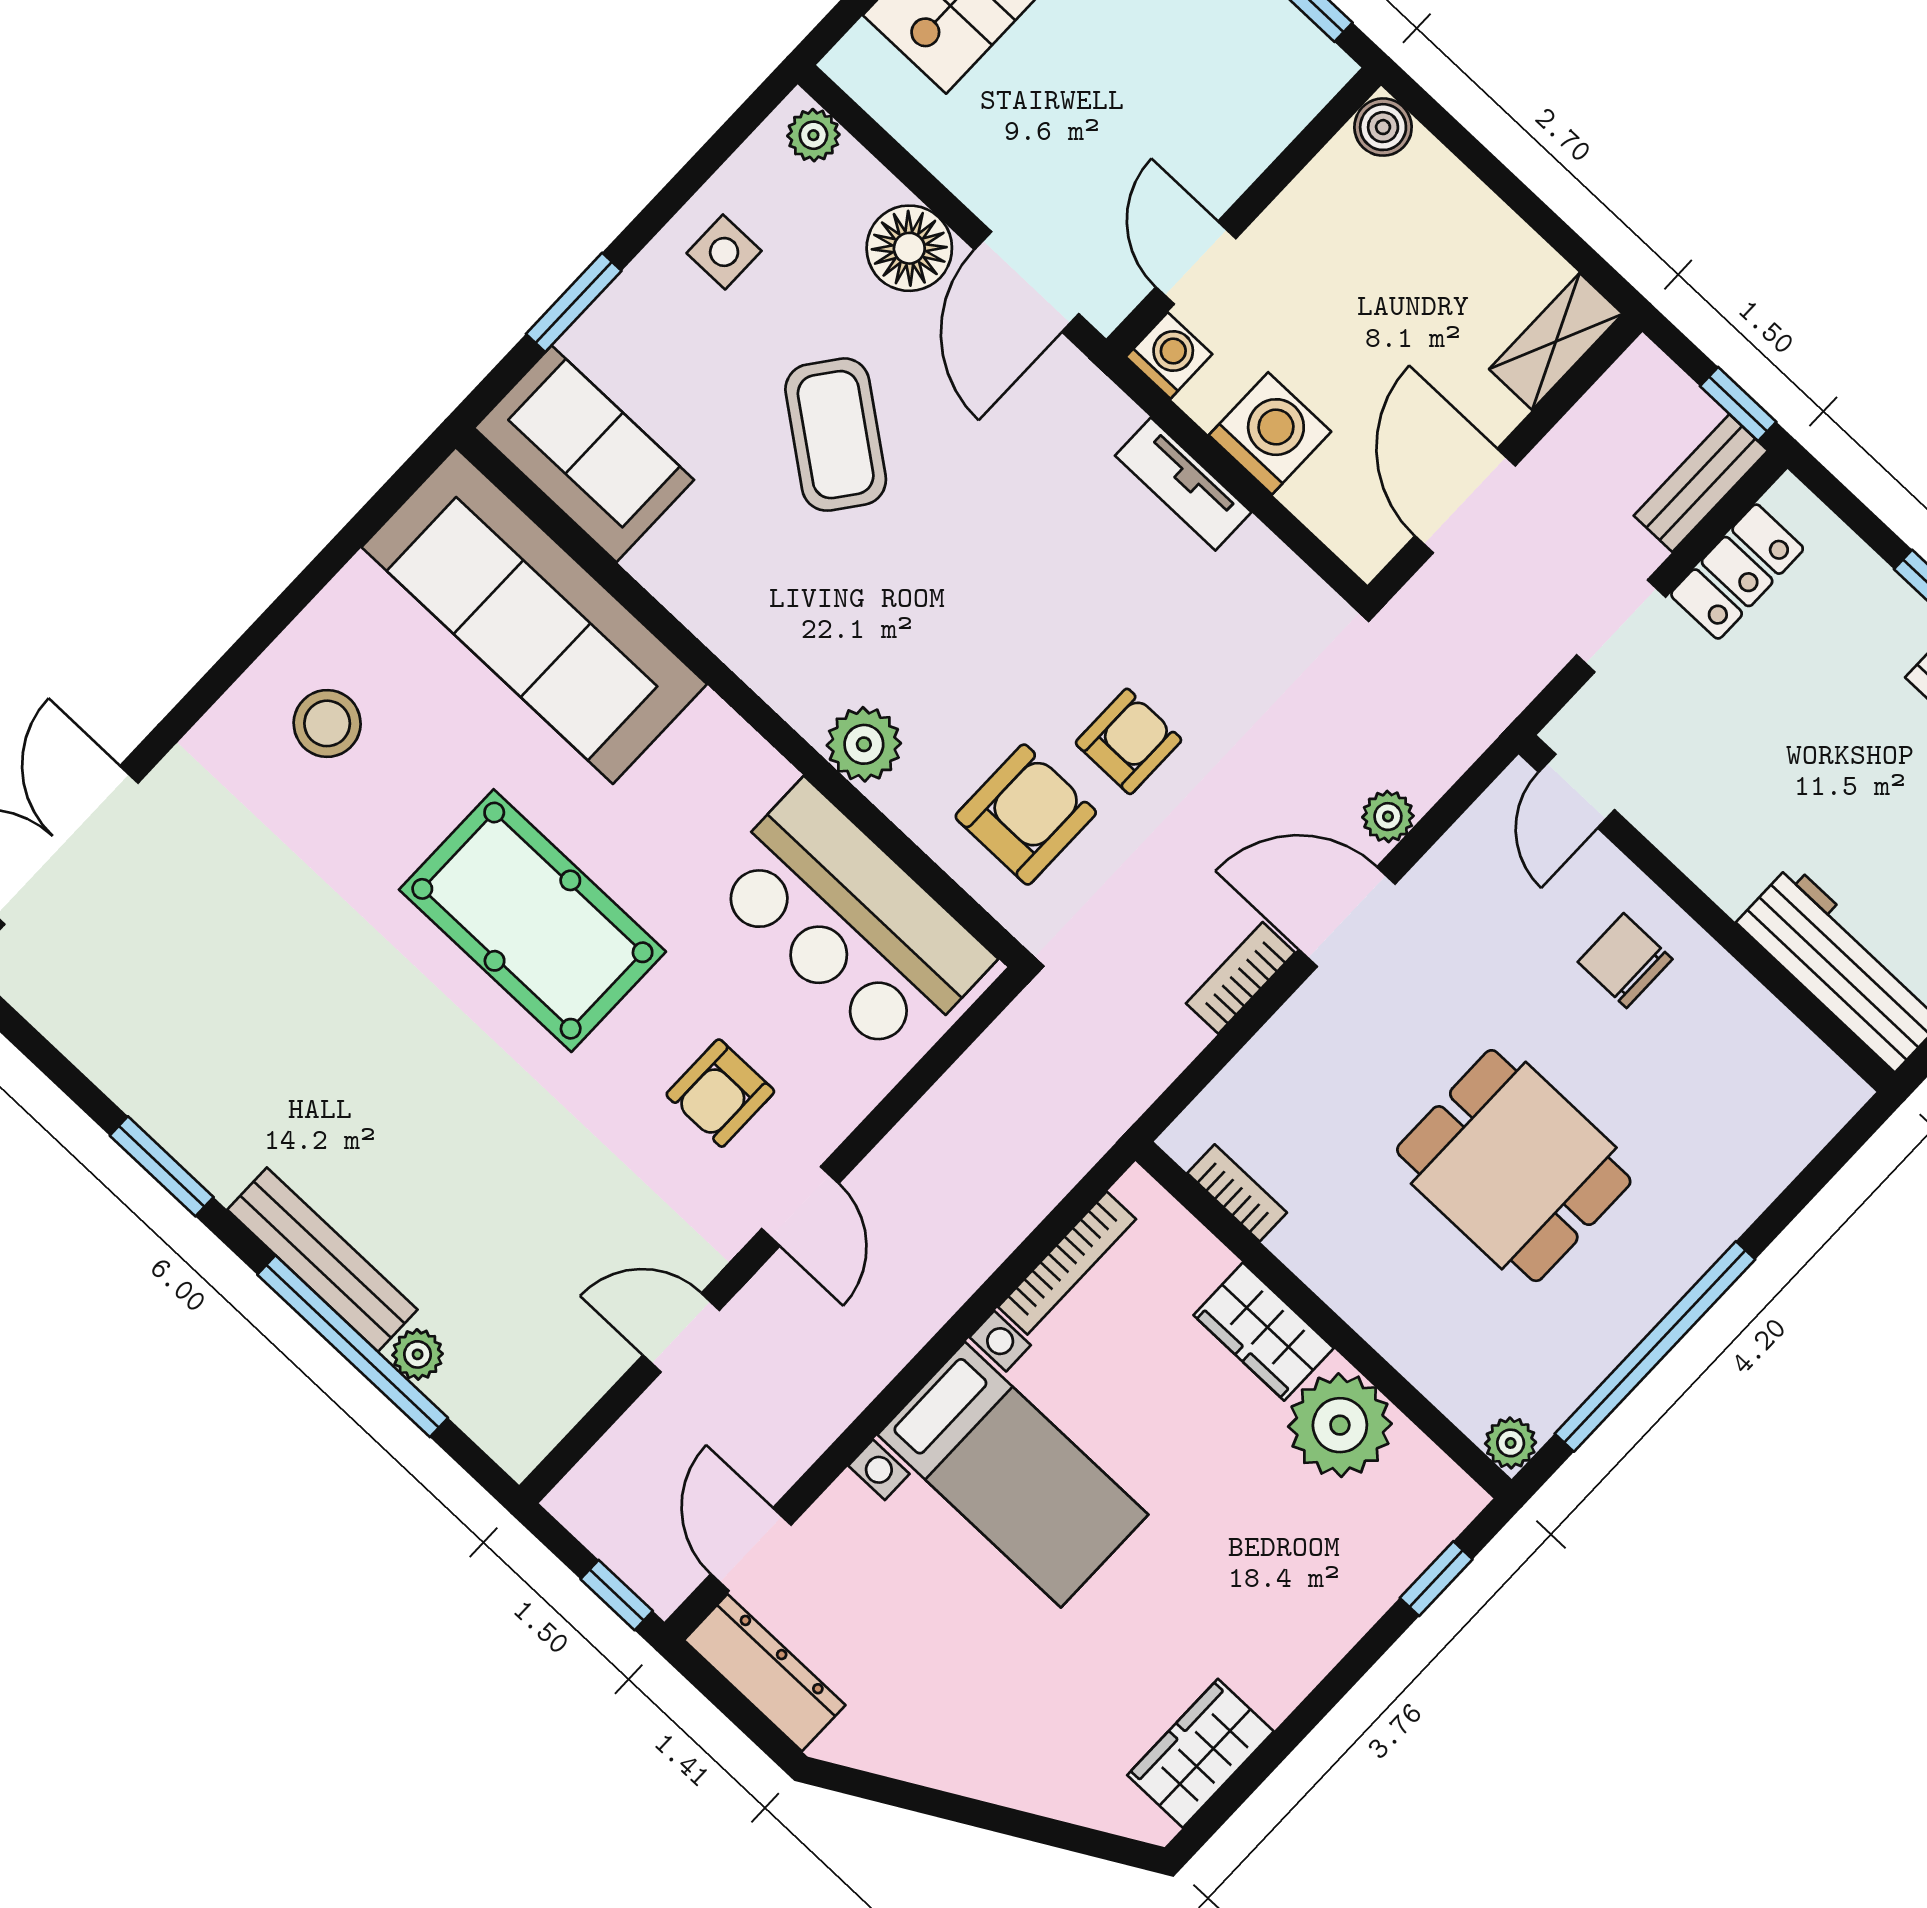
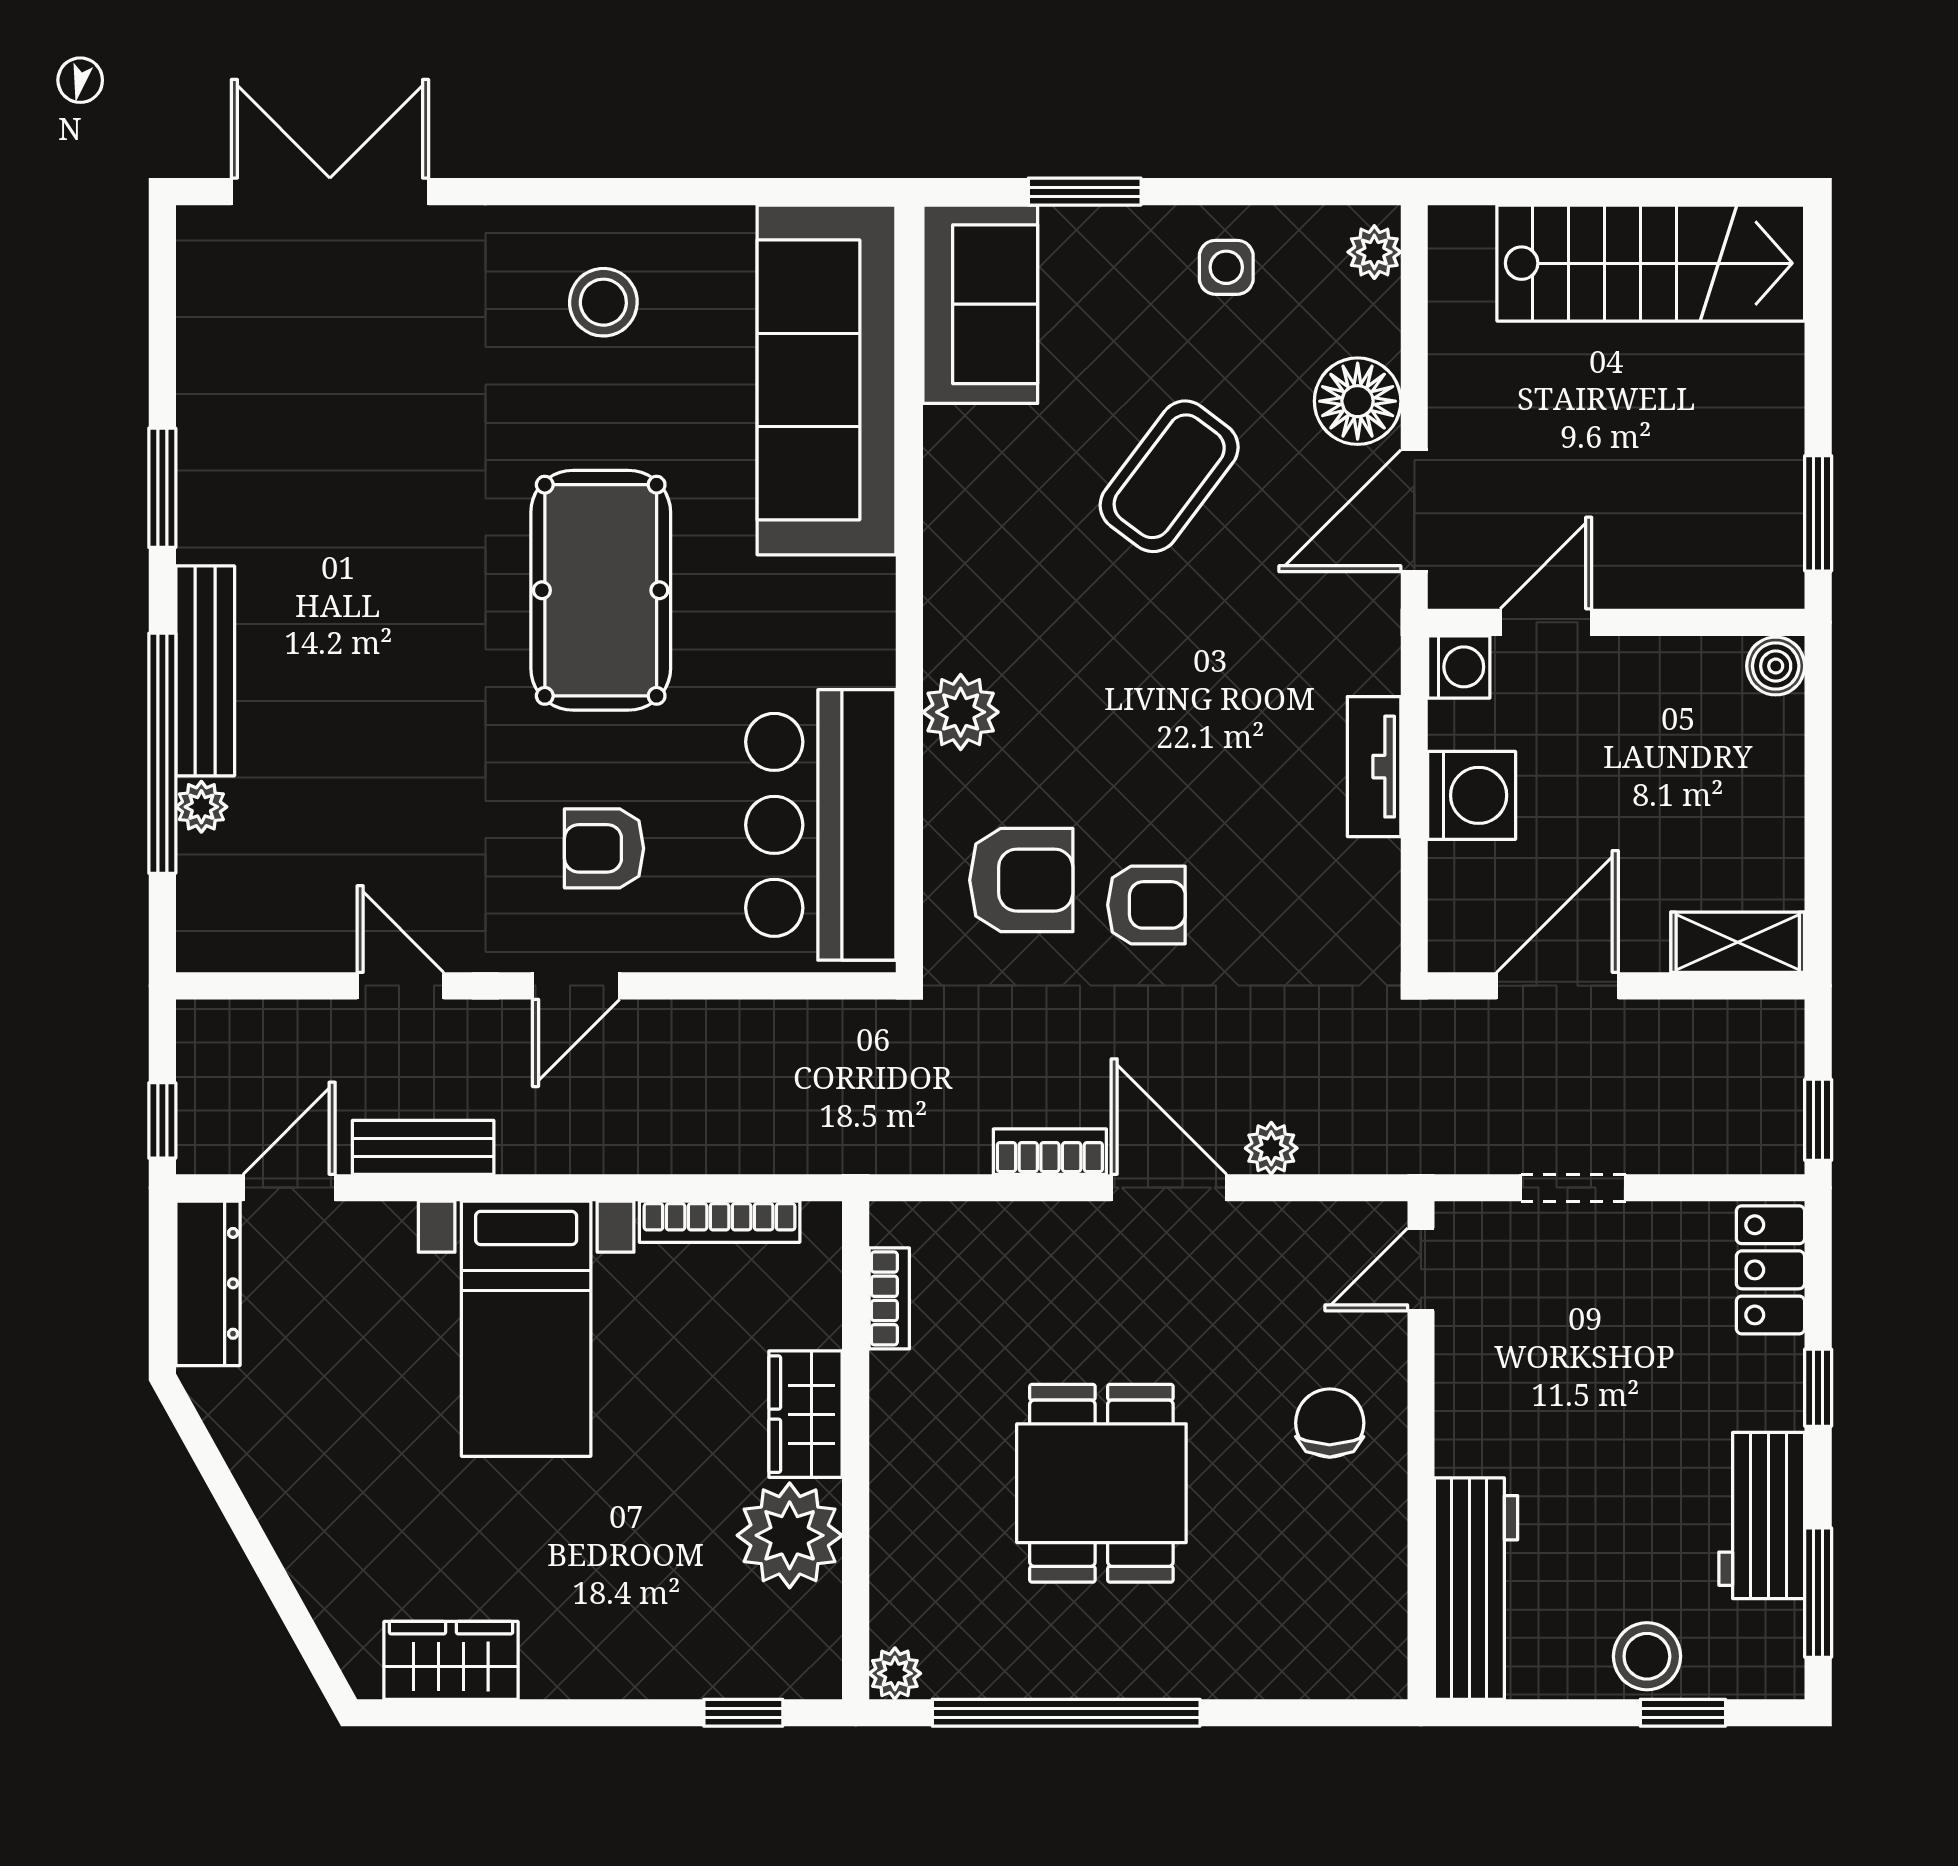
bench: (1701, 483) -> (423, 1147), moved
locker: (1737, 572) -> (1770, 1270), moved, turned 90

